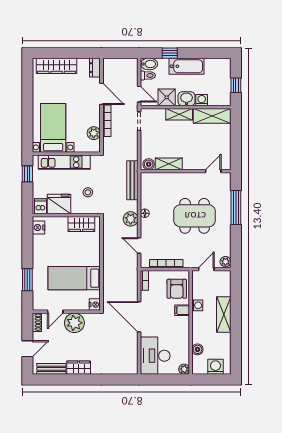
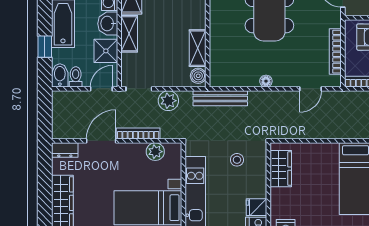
fridge: (59, 204) -> (256, 207), width x0.53, depth x0.75
plant: (131, 219) -> (168, 101), moved

